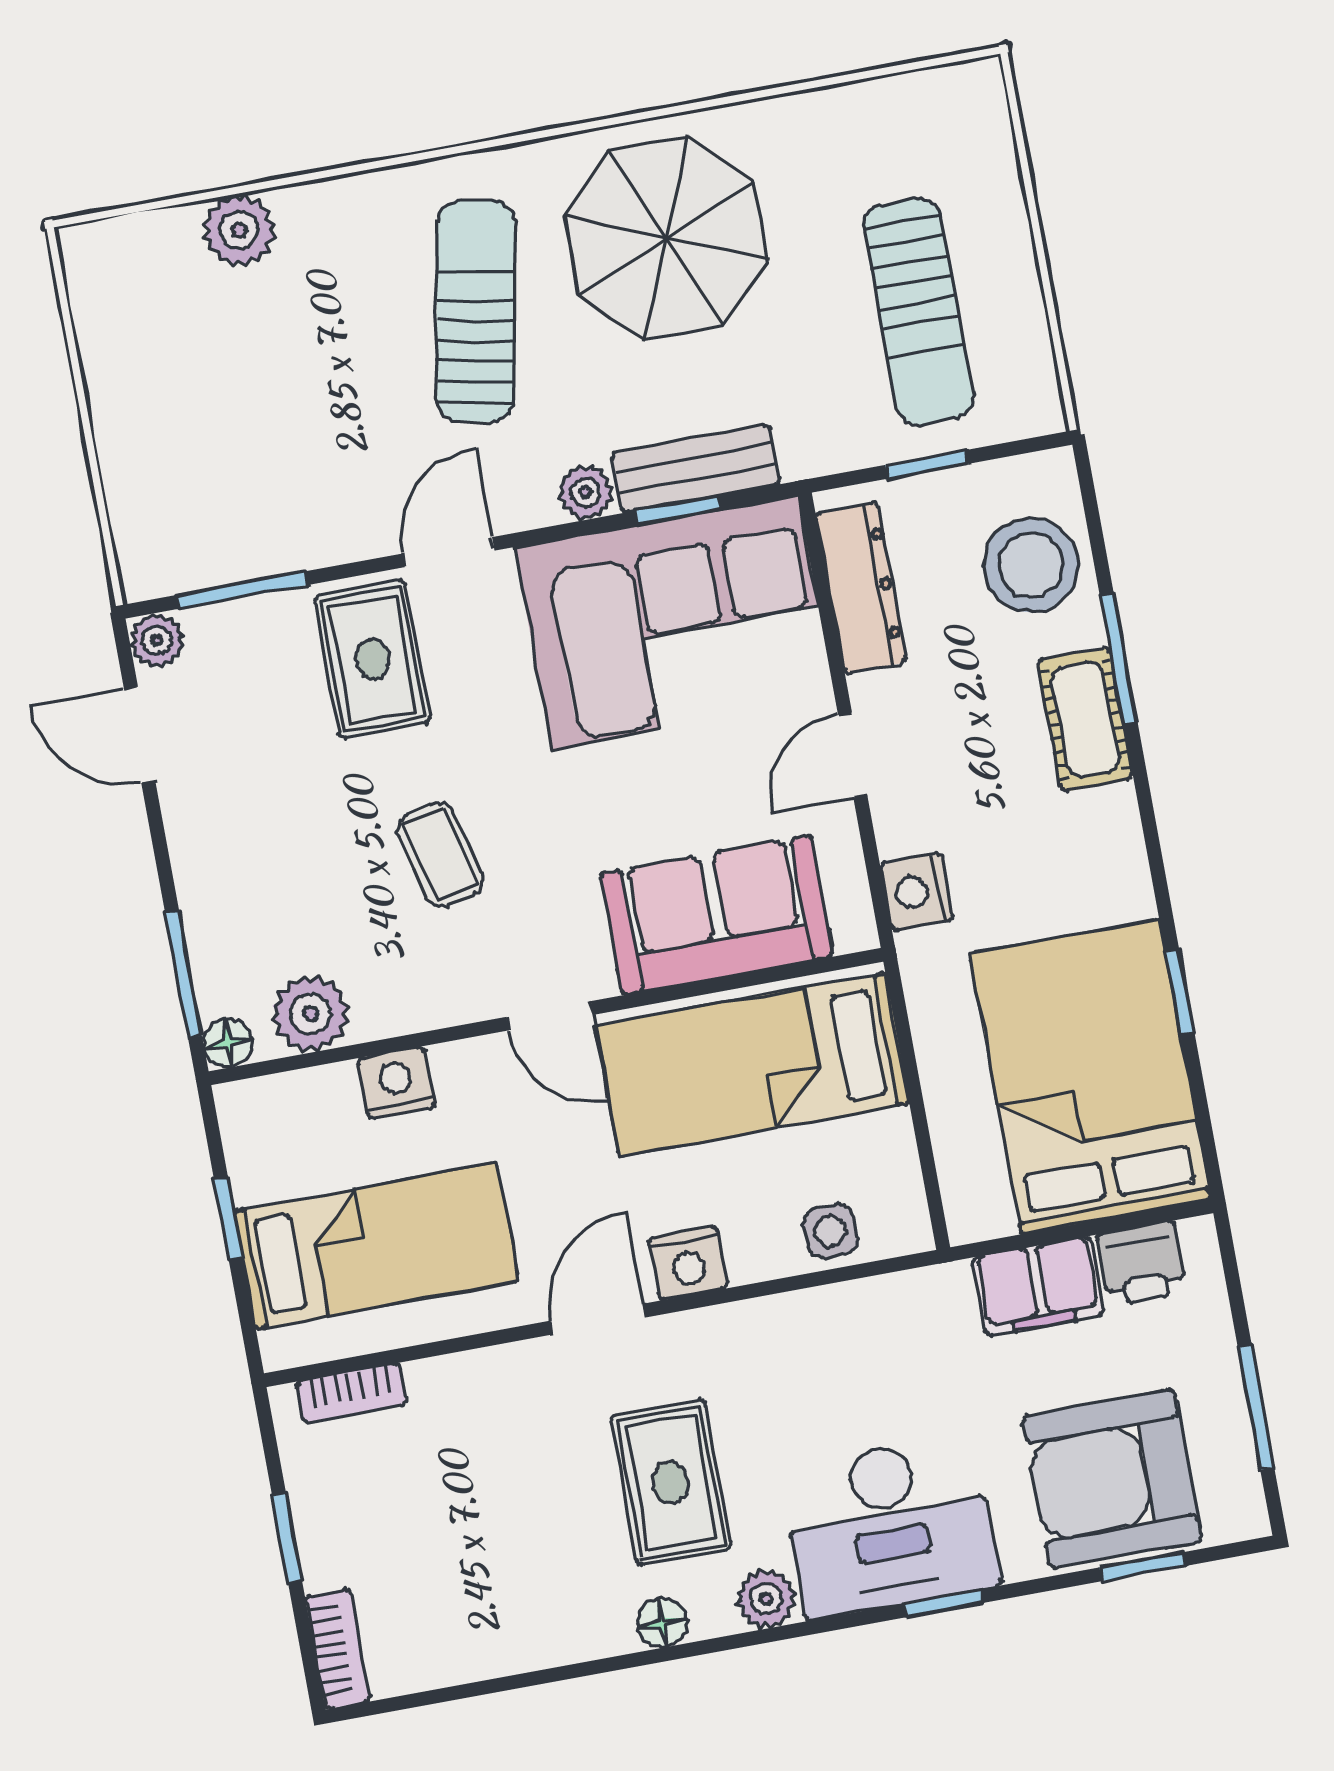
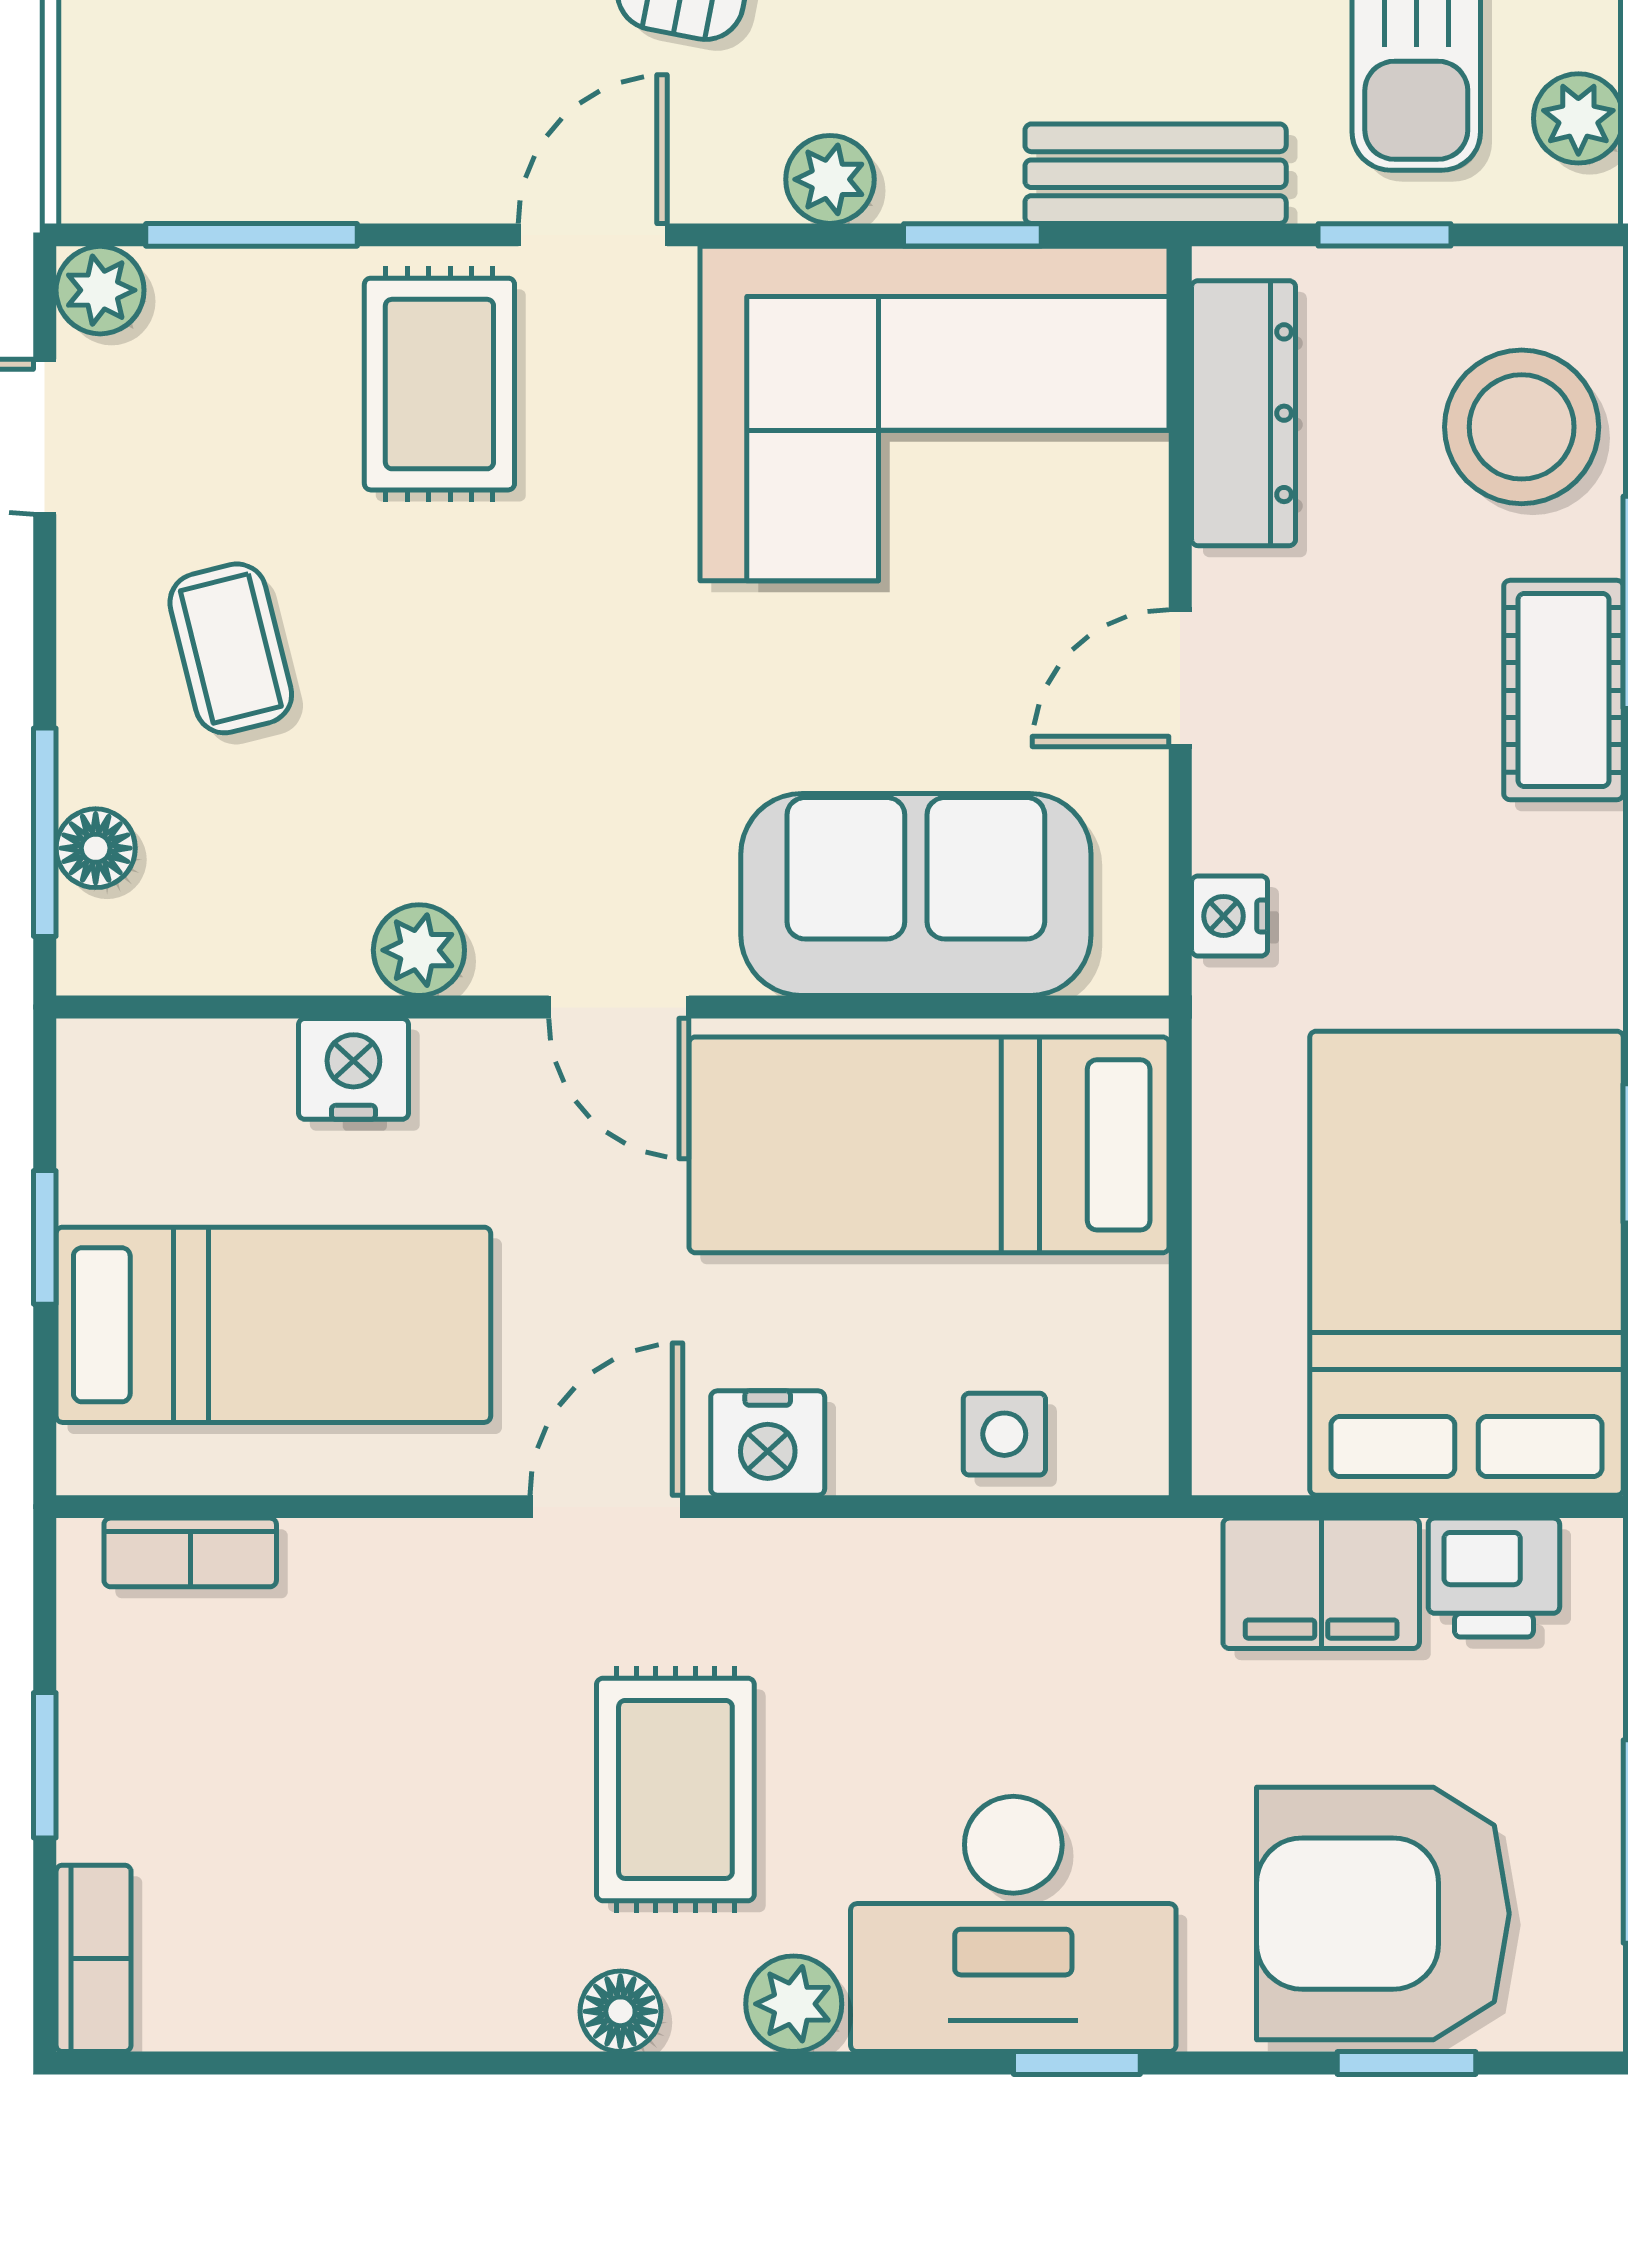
plant: (1031, 372) -> (1578, 118), added
bench: (696, 468) -> (1156, 174), moved
coffee table: (440, 855) -> (231, 648), moved
nightstand: (917, 892) -> (1230, 916), width x0.72, depth x0.74
plant: (310, 1014) -> (419, 950), moved, width x0.73, depth x0.73
floor lamp: (228, 1043) -> (96, 848), moved

